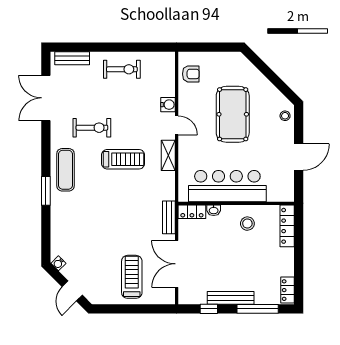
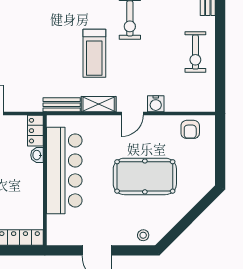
bench: (169, 217) -> (62, 105), moved
stool: (247, 224) -> (22, 193), removed

